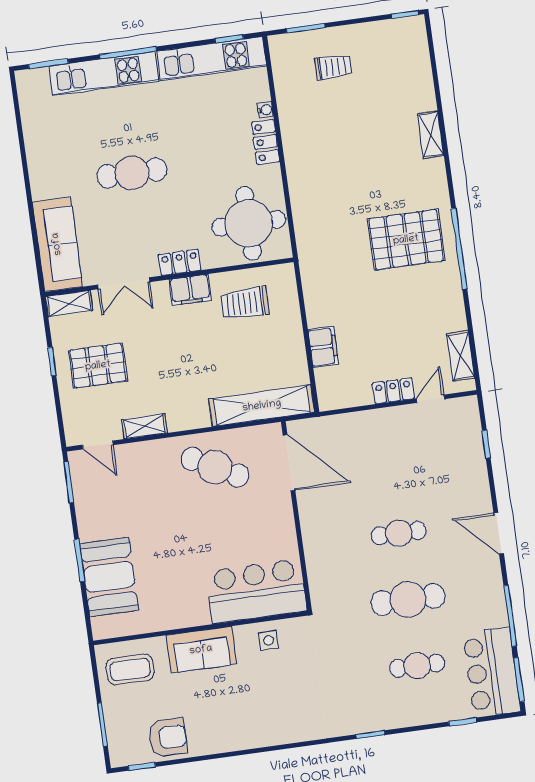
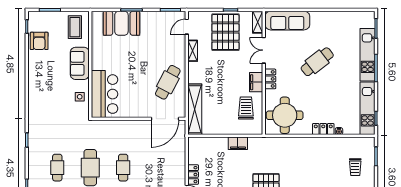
cafe table: (132, 173) -> (317, 62), turned 52
filing cabinet: (323, 347) -> (238, 143), moved
pallet: (98, 366) -> (225, 32), width x1.37, depth x1.41

